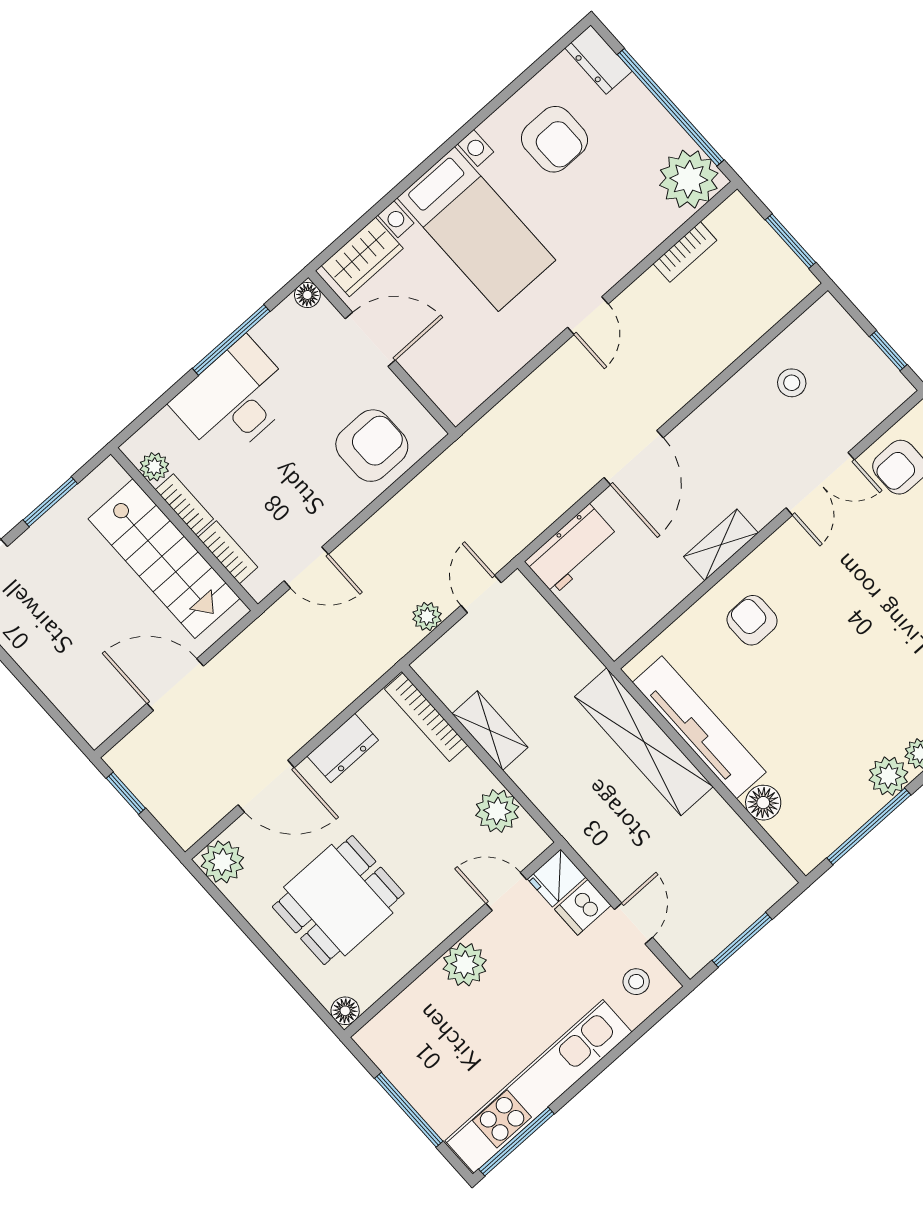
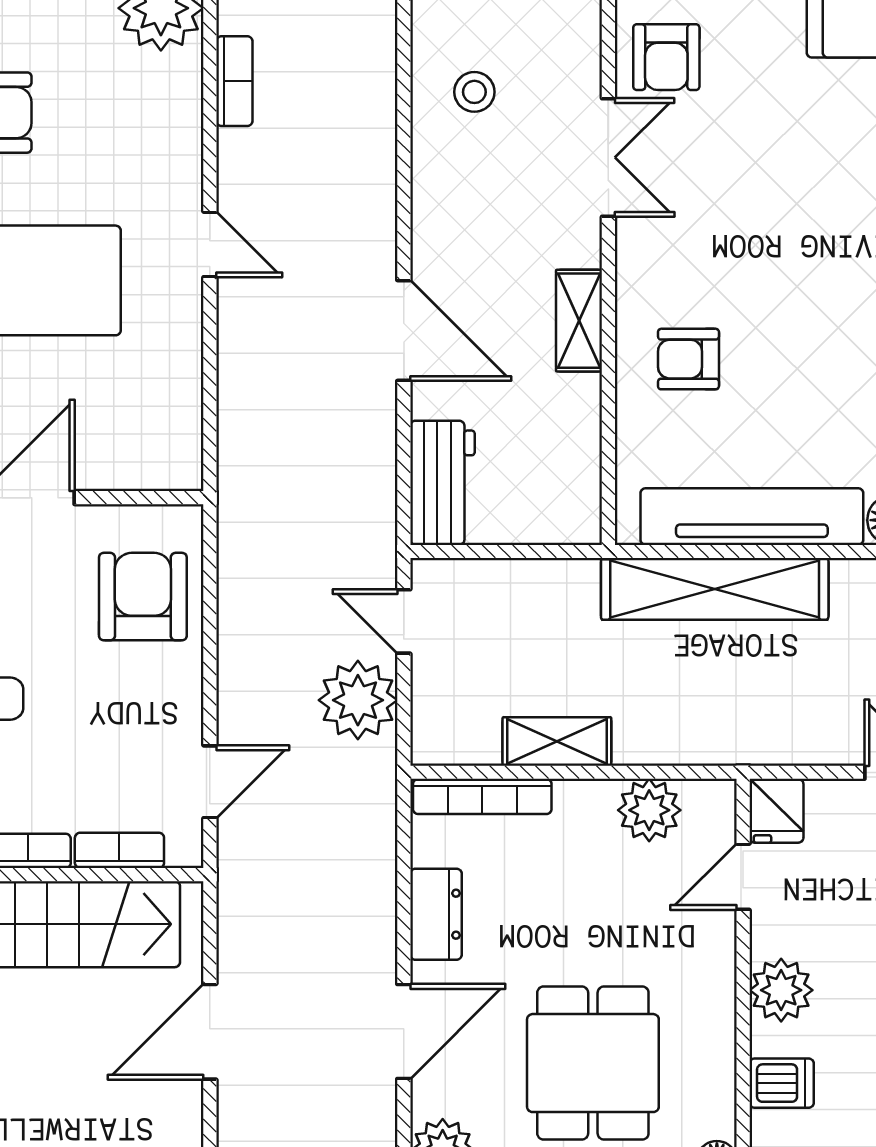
plant: (427, 616) -> (358, 700), width x1.88, depth x1.88
dishwasher: (583, 907) -> (782, 1083), moved, turned -90

